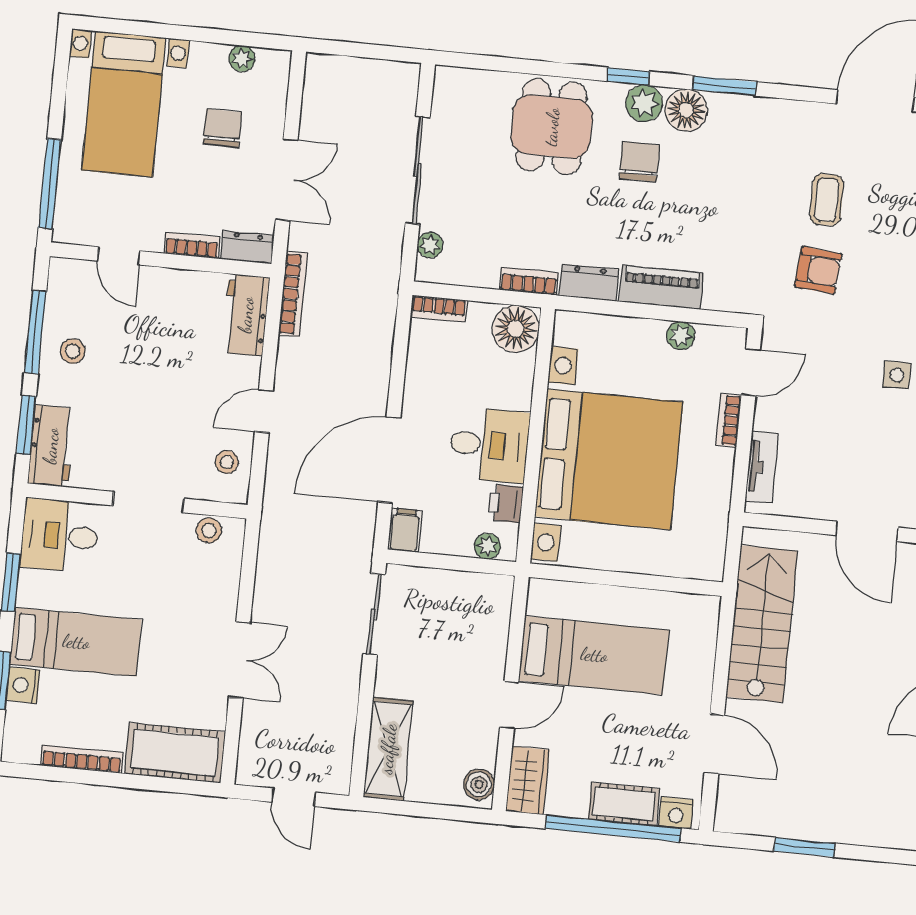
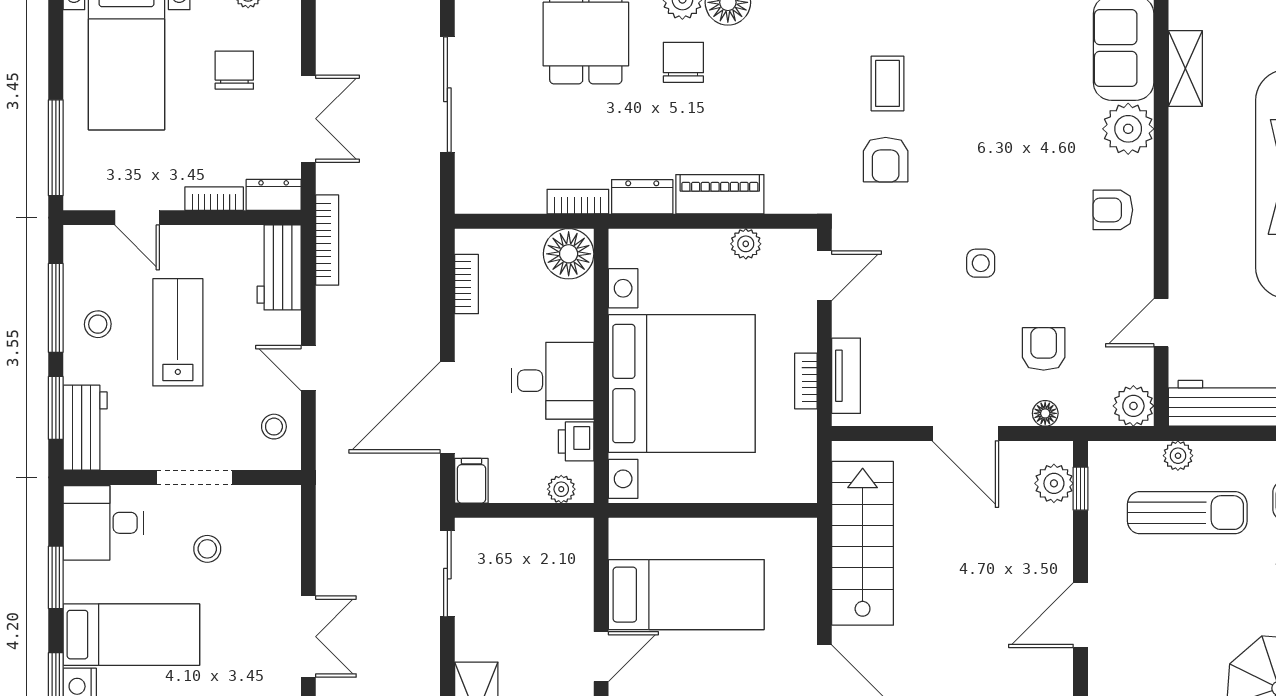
plant: (430, 245) -> (468, 173), removed
armchair: (818, 270) -> (886, 160), turned 85
bookcase: (439, 309) -> (467, 284), moved, turned -90
lab bench: (146, 366) -> (178, 332), added
door: (264, 411) -> (308, 368), hinge flipped
bookcase: (729, 420) -> (806, 381), moved
stool: (209, 530) -> (207, 549), moved

